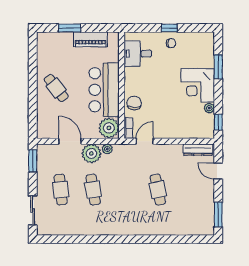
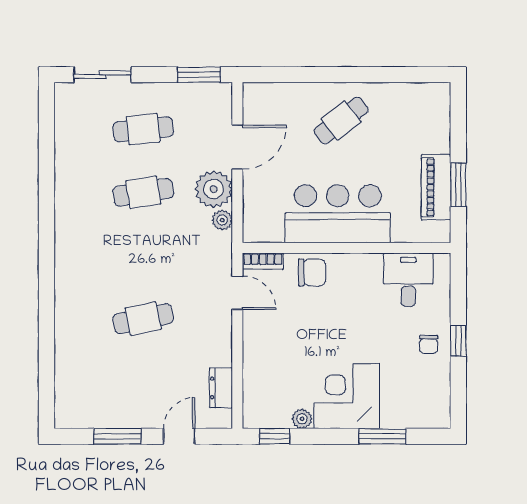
window: (70, 28) -> (458, 185), moved
plant: (109, 128) -> (263, 223), removed
dresser: (198, 150) -> (221, 388), width x0.70
window: (218, 214) -> (117, 436), moved

